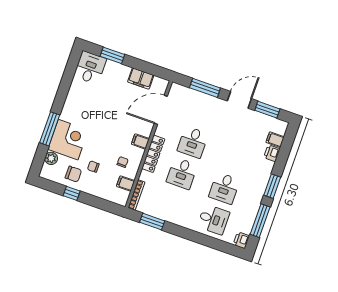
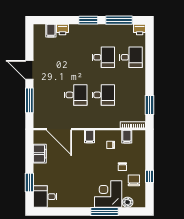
window: (267, 110) -> (29, 45), removed
locker: (153, 154) -> (96, 123), removed
desk: (213, 219) -> (131, 57), turned 90

